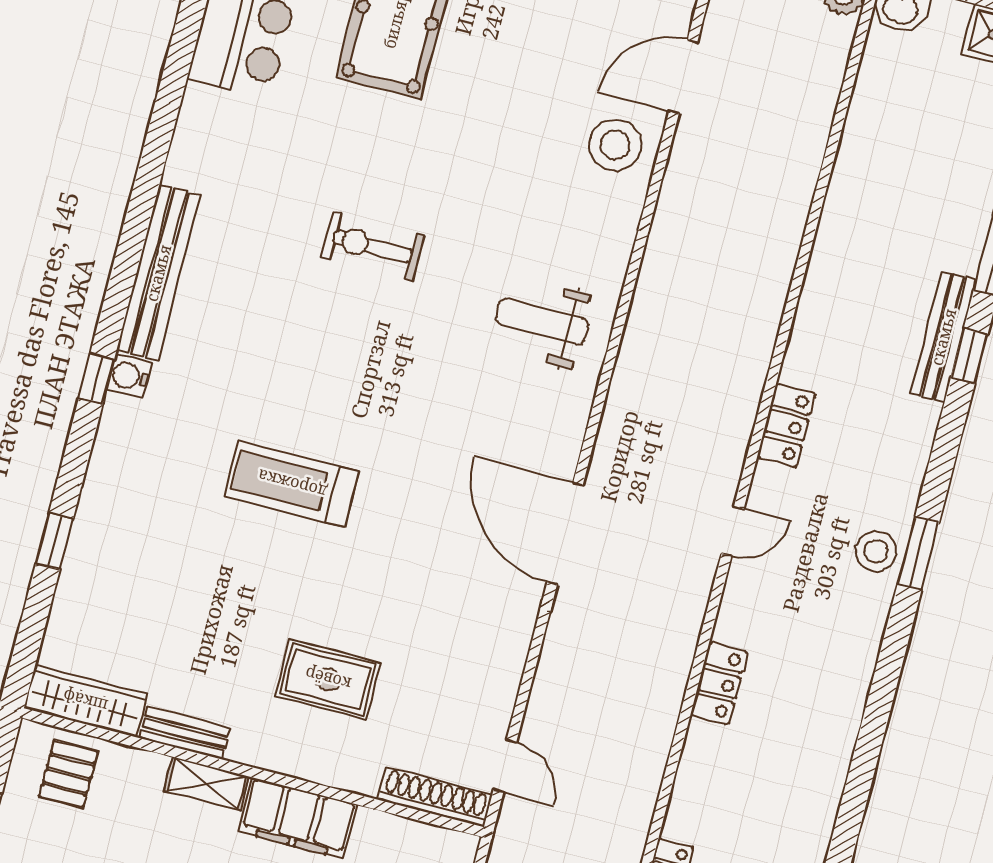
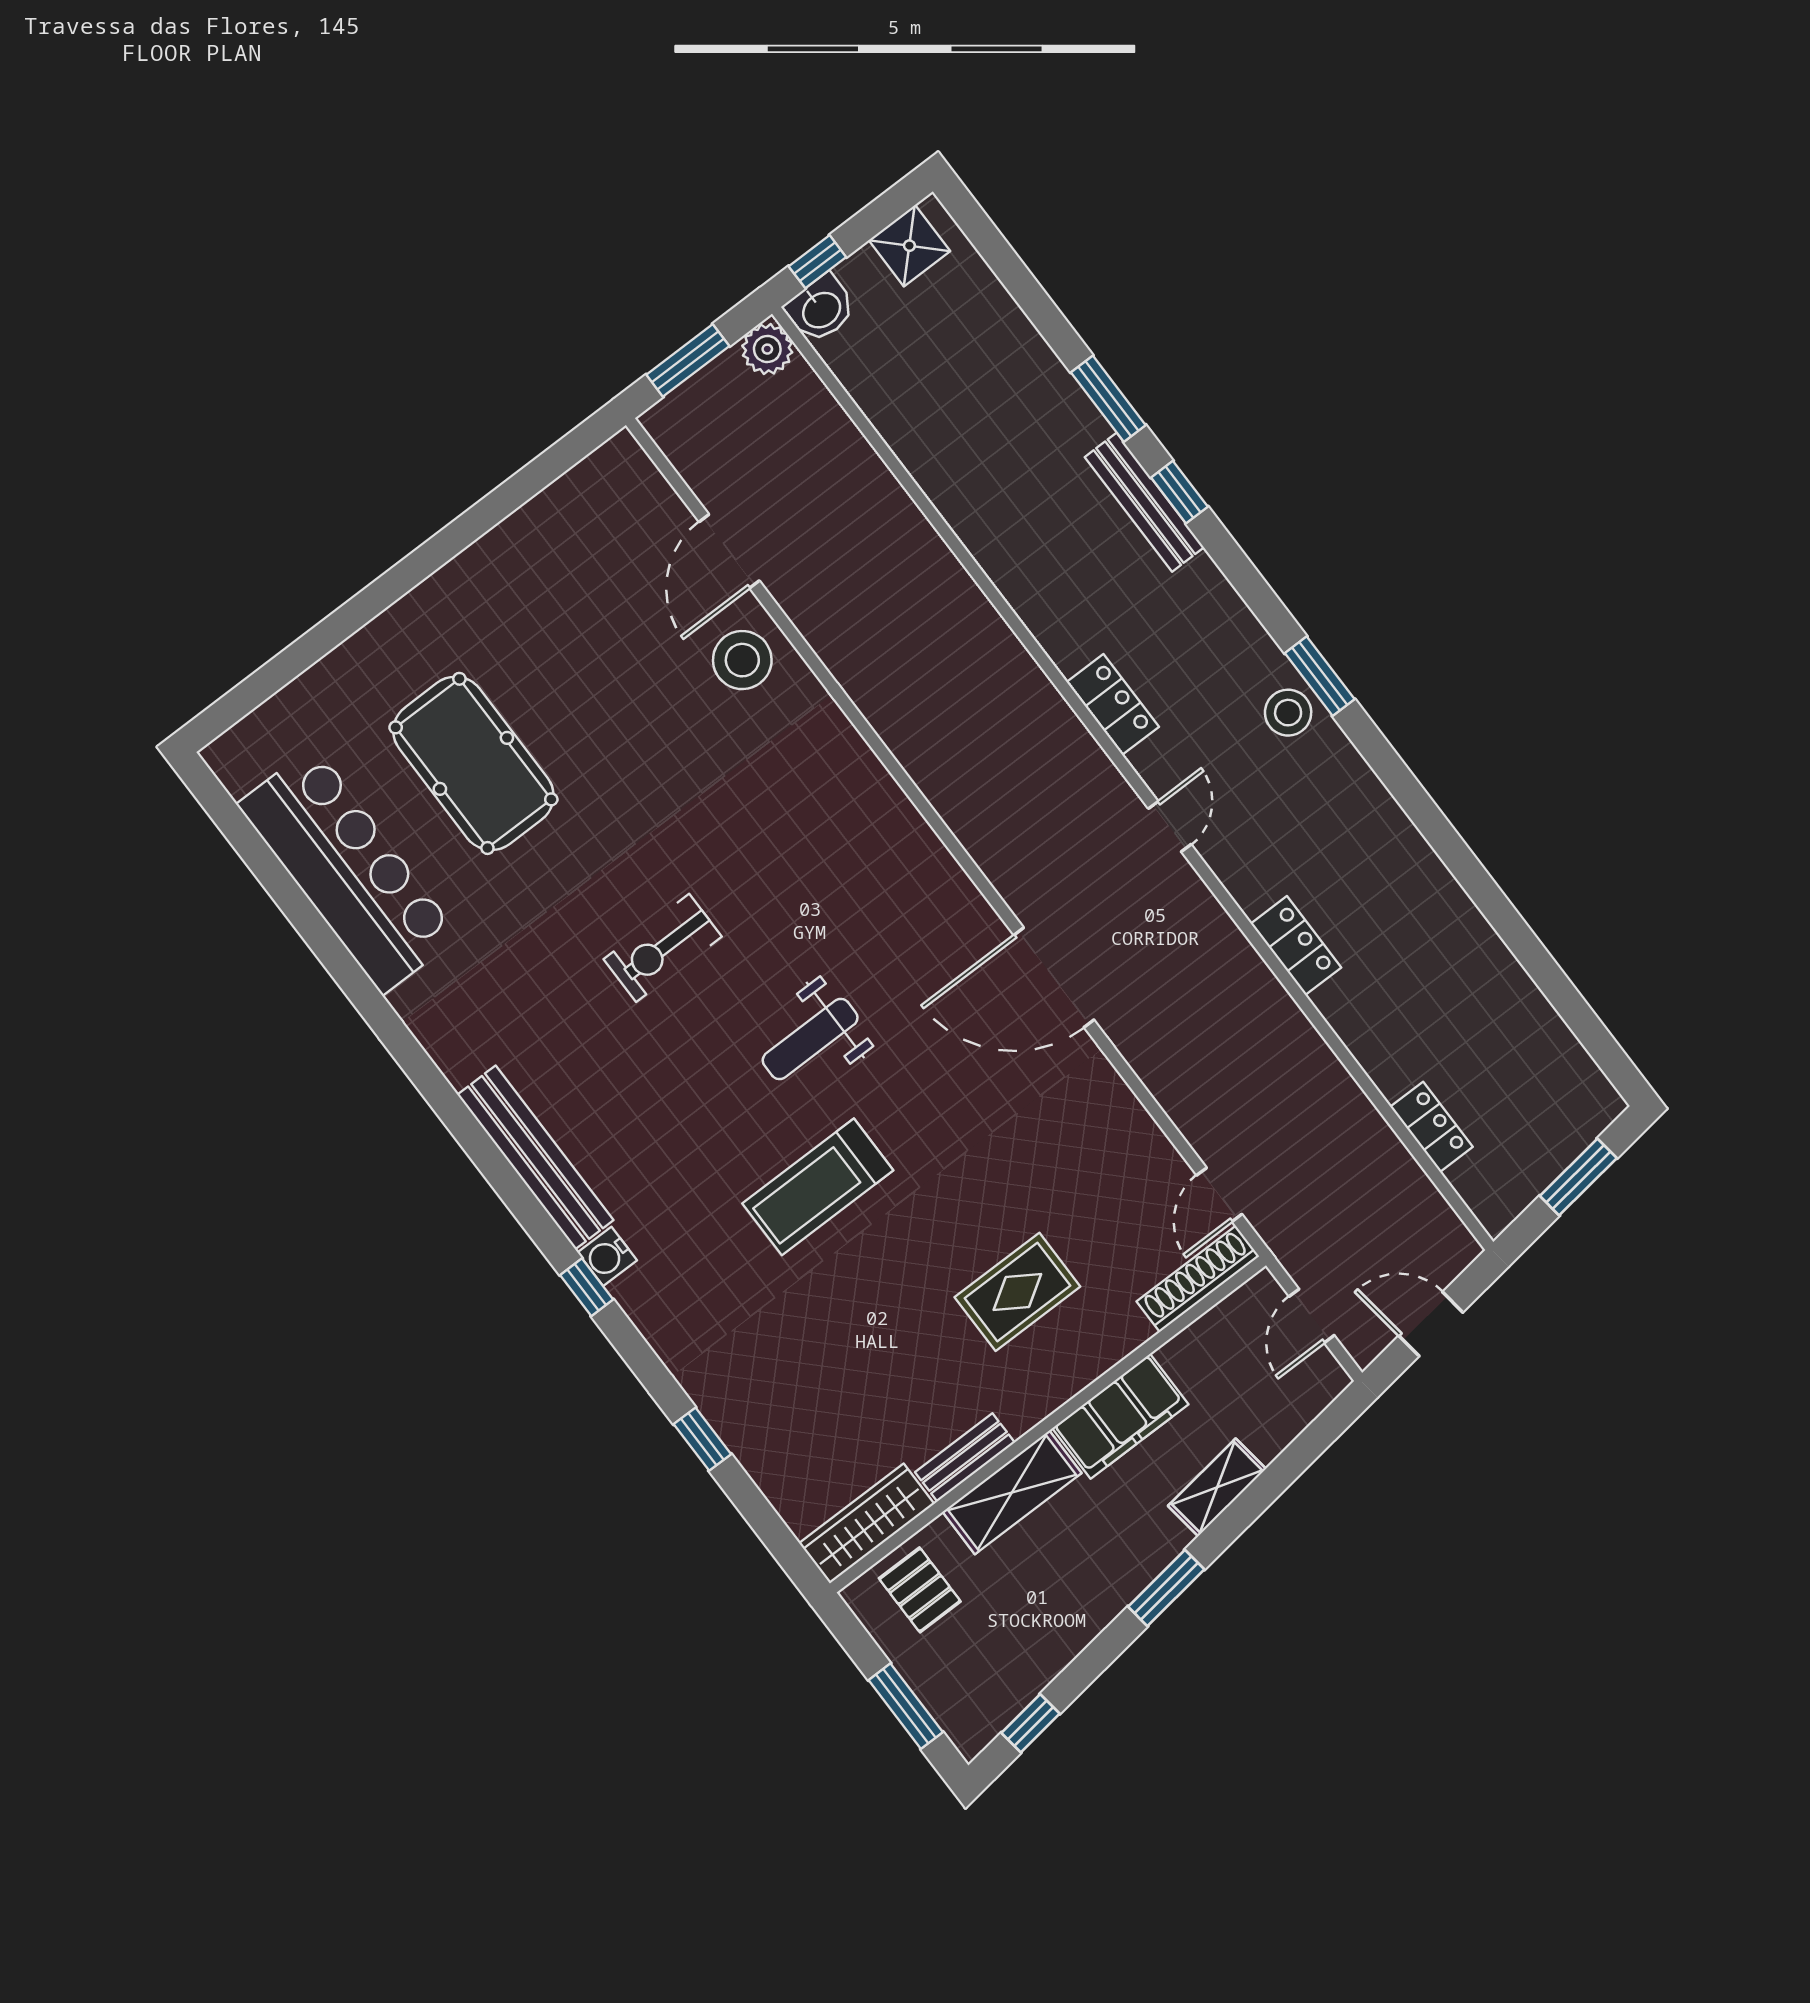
weight bench: (542, 322) -> (810, 1039), moved
door: (505, 766) -> (1219, 1195), swing flipped
shelving: (207, 784) -> (1012, 1492), width x1.50, depth x1.33

